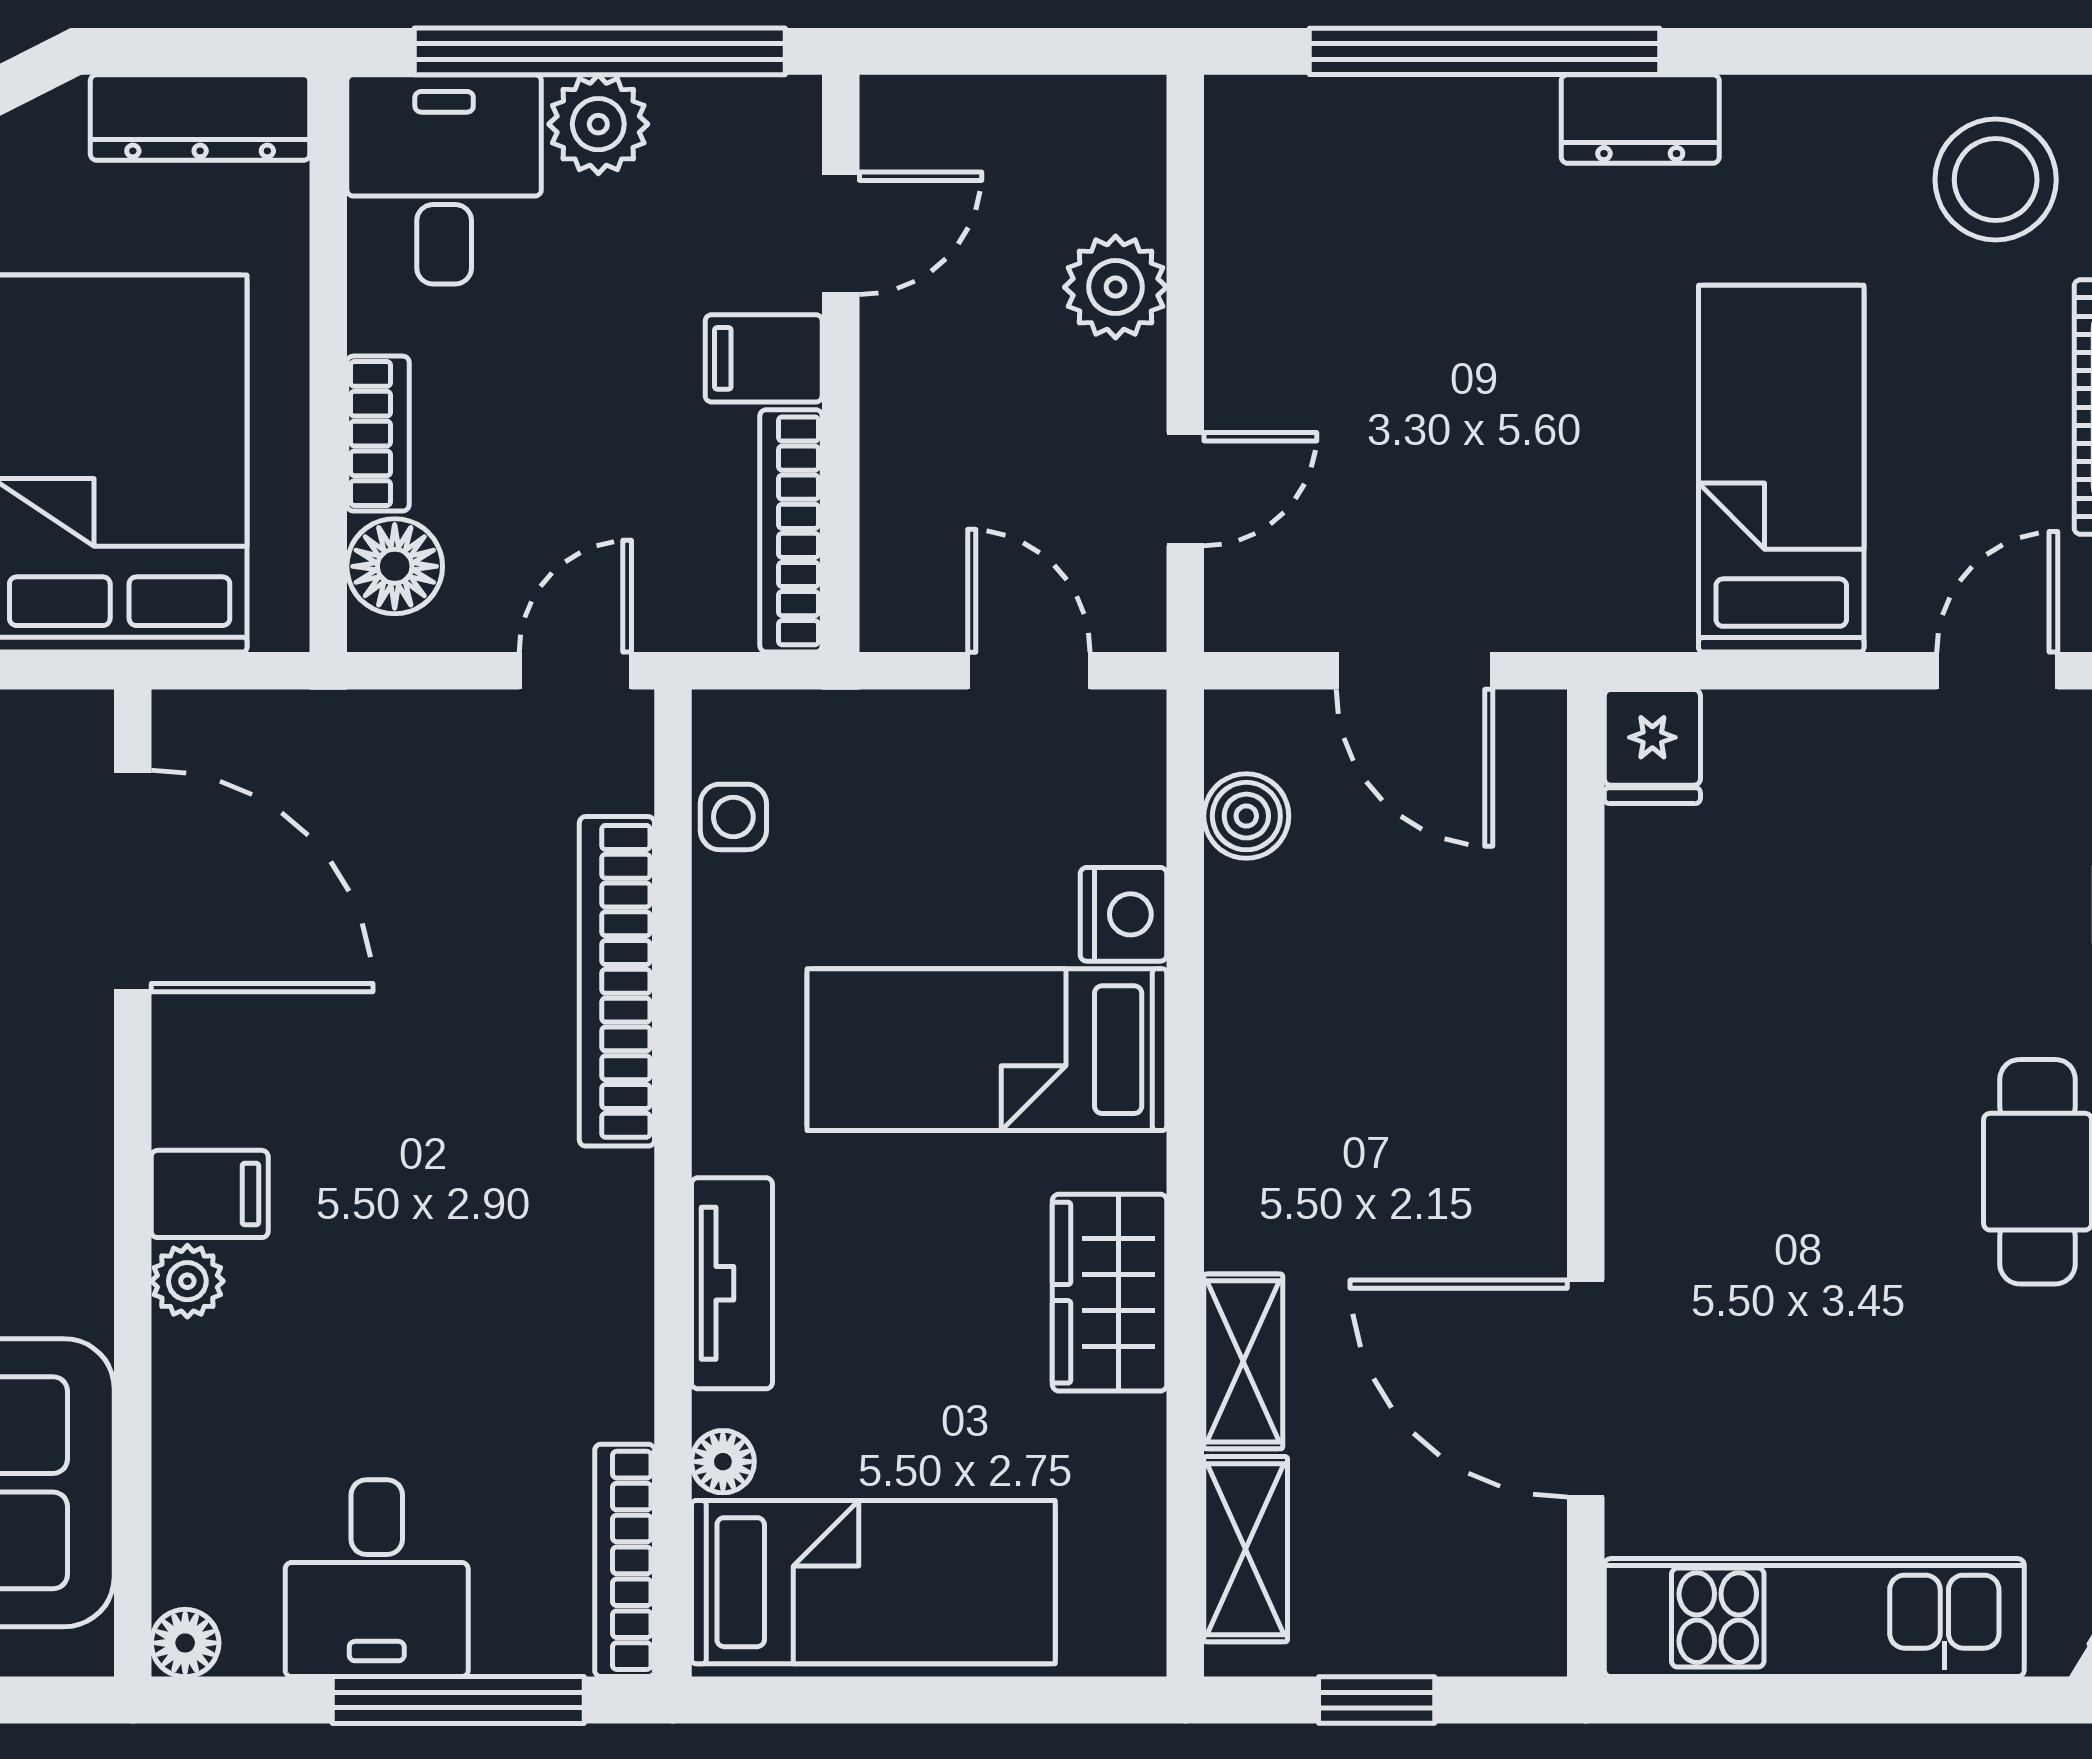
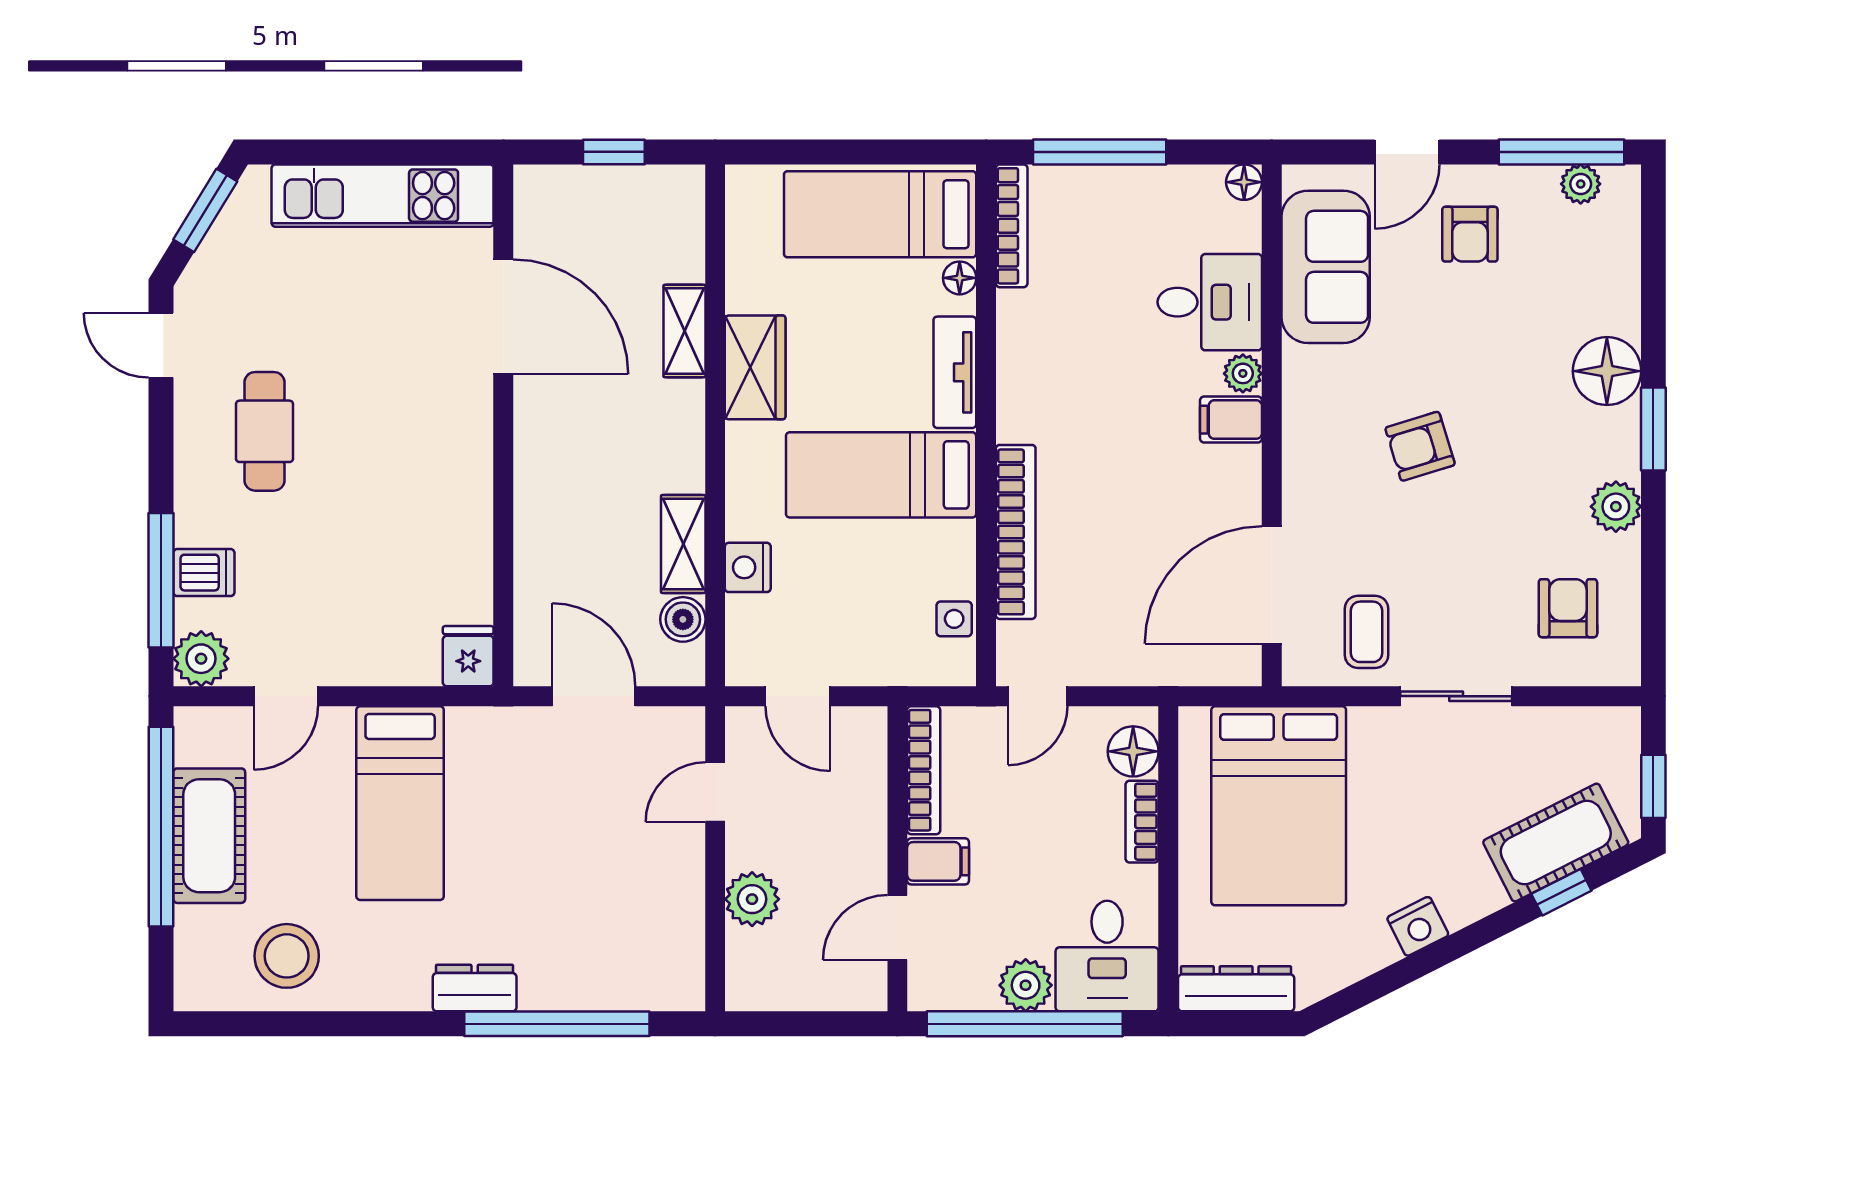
door: (133, 881) -> (1272, 585), hinge flipped
bed: (987, 1050) -> (881, 475), moved, turned 180
shelving: (1246, 1549) -> (683, 544), moved
desk: (377, 1578) -> (1210, 302), moved, turned 90

